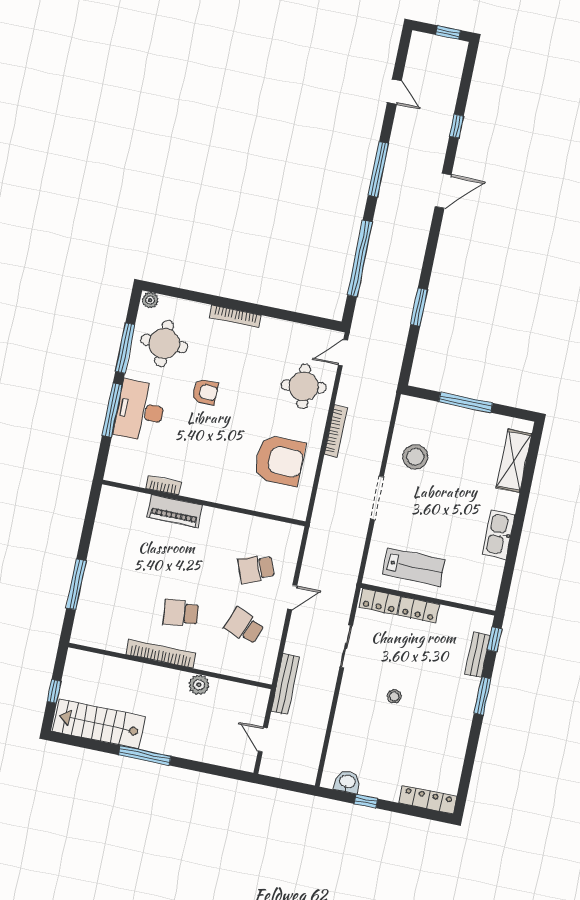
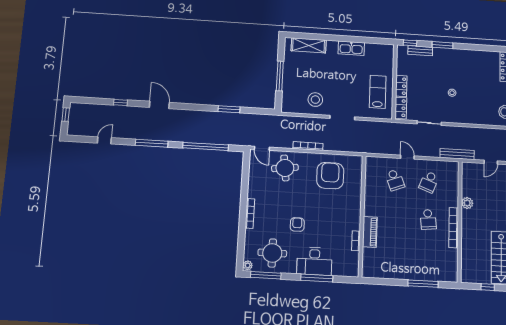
window: (125, 348) -> (266, 275), moved

